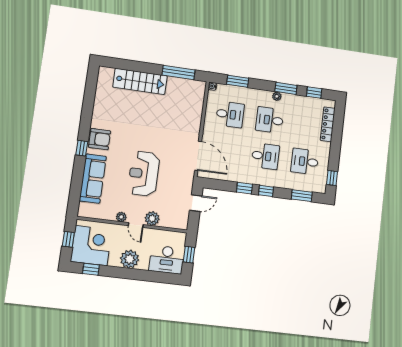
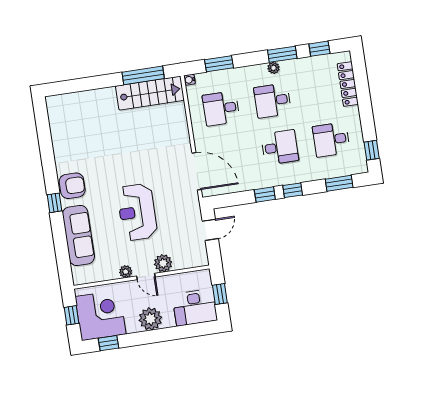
stairs: (140, 81) -> (150, 93), moved
desk: (230, 114) -> (221, 108), turned 180

